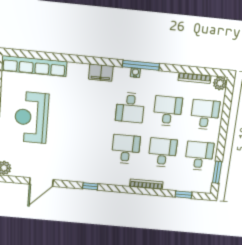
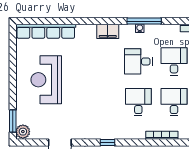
desk: (130, 108) -> (138, 61), turned 90

